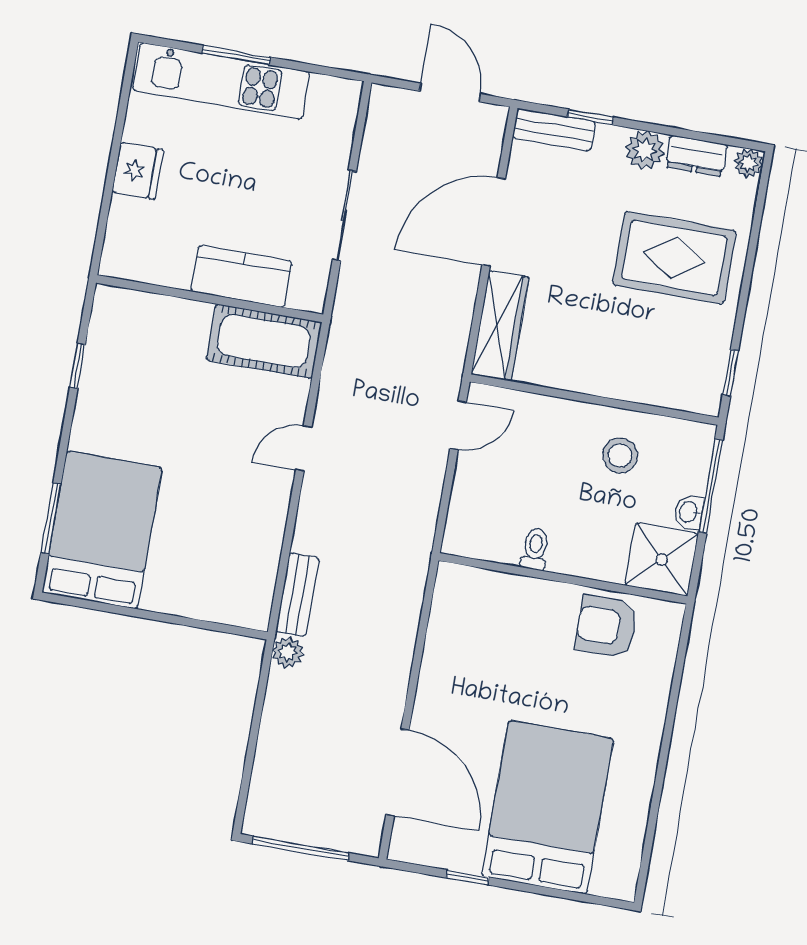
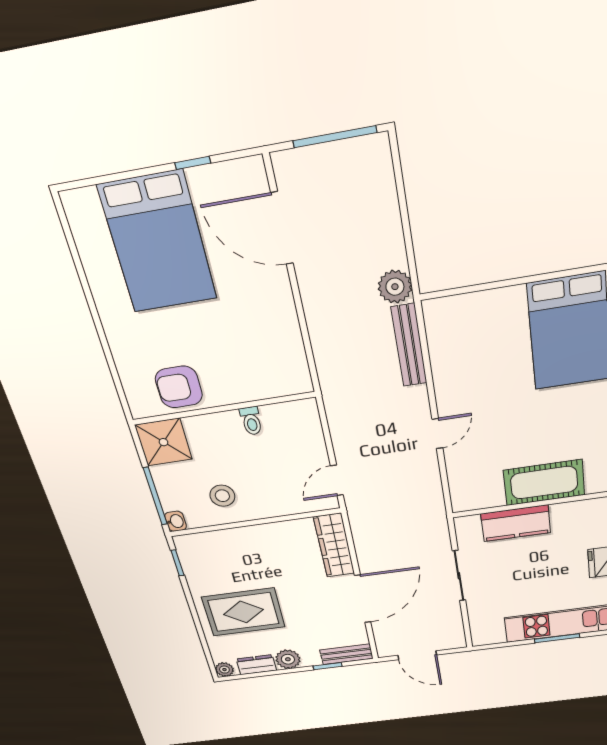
cot: (264, 341) -> (544, 483), moved
washbasin: (689, 512) -> (176, 521), moved
bench: (298, 595) -> (409, 345), width x1.36
armchair: (606, 626) -> (179, 387), turned 180
plant: (288, 652) -> (395, 287), width x1.38, depth x1.38

